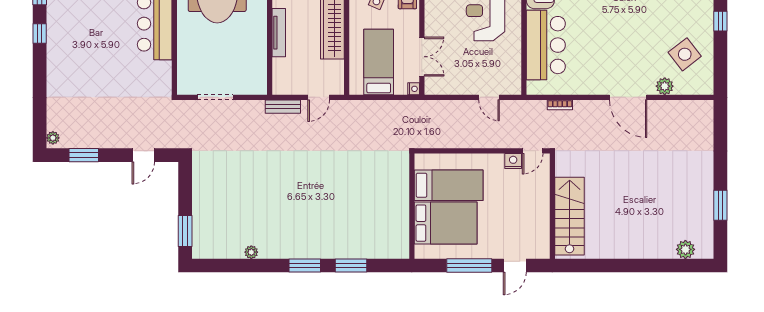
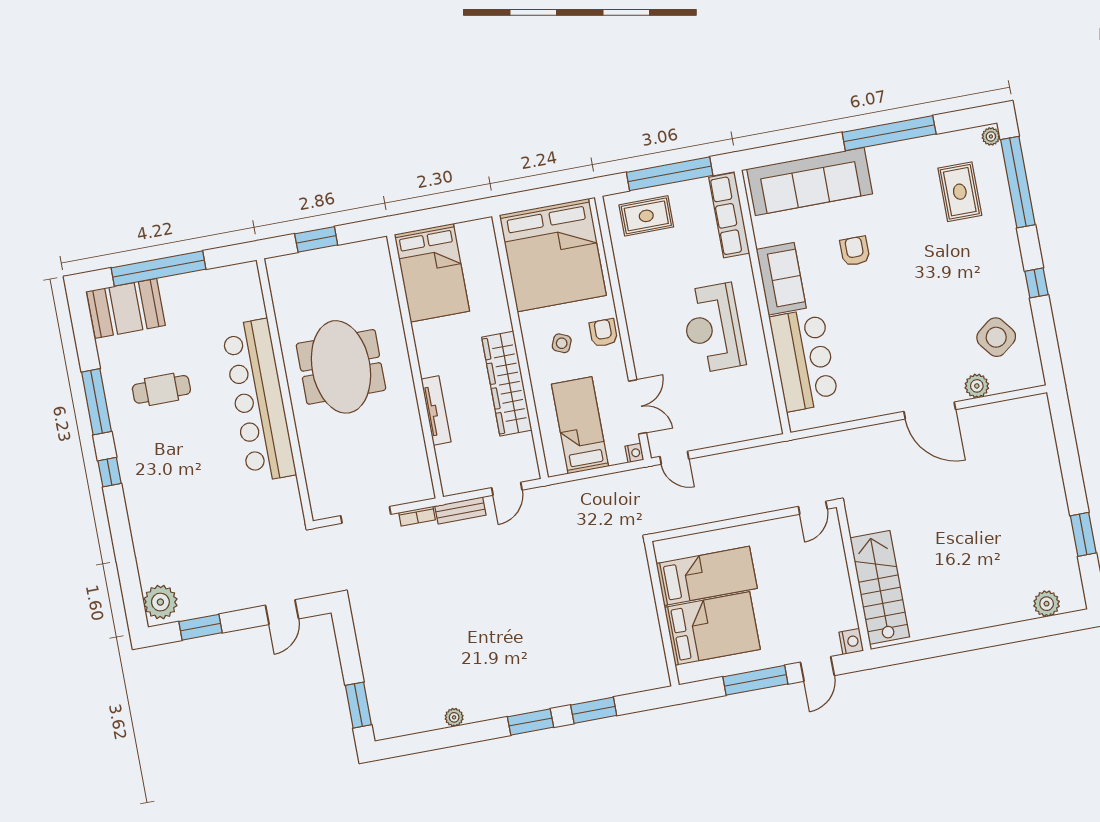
door: (489, 97) -> (674, 458), moved
bookcase: (560, 105) -> (417, 516), moved
plant: (53, 138) -> (160, 602), width x1.88, depth x1.88
nightstand: (513, 161) -> (851, 641), moved, turned 90

